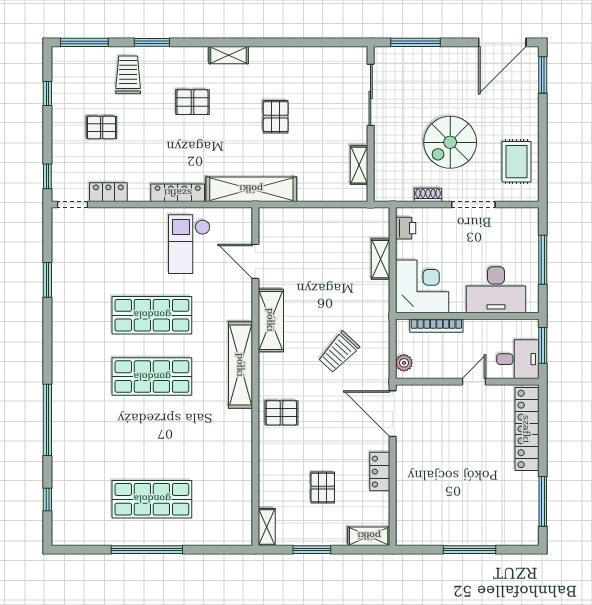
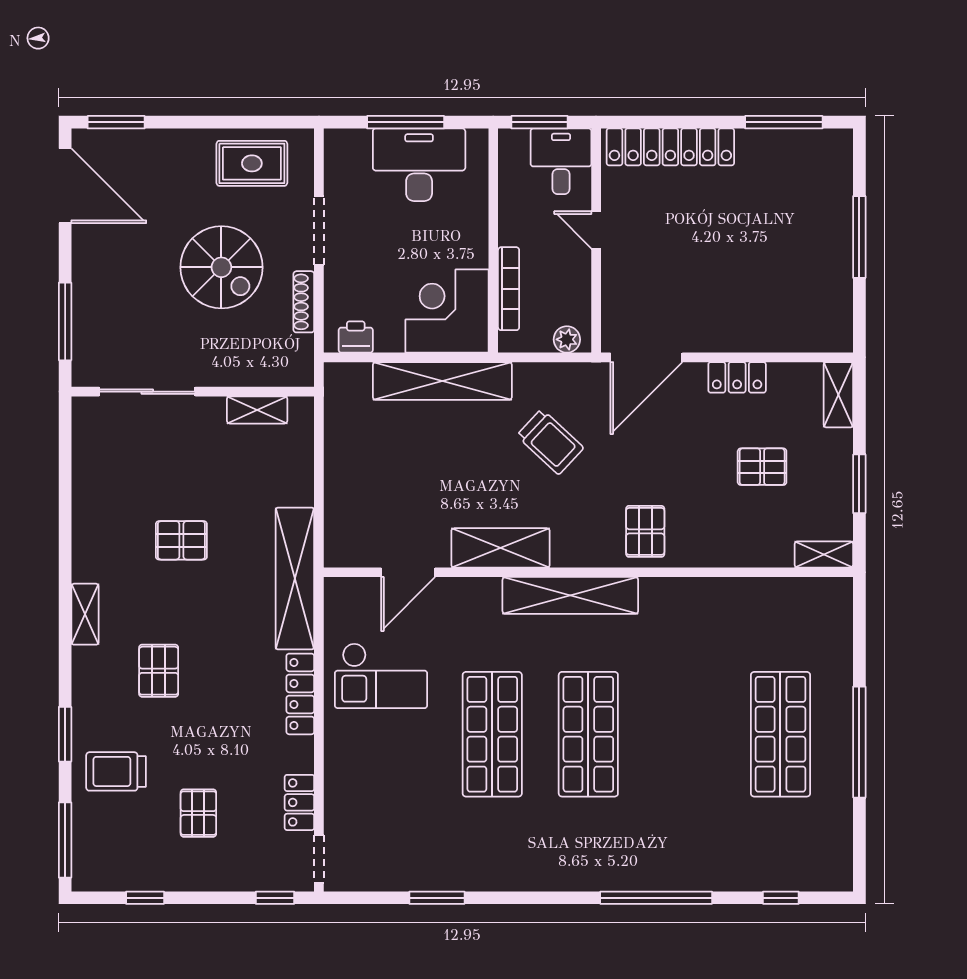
shoe rack: (428, 195) -> (304, 302), width x1.43
shelving: (381, 259) -> (442, 381), width x2.20, depth x1.33
desk: (496, 290) -> (419, 165), moved, turned -90

